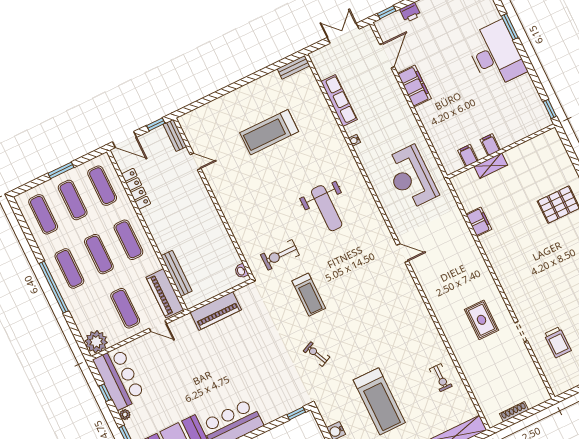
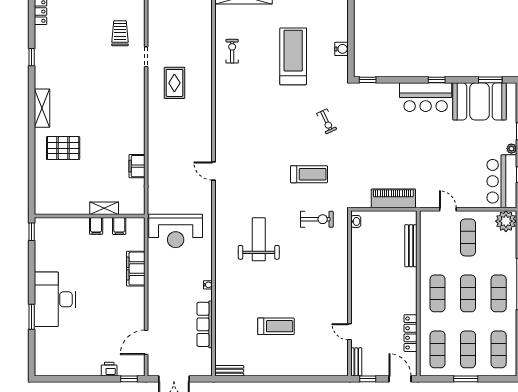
filing cabinet: (414, 86) -> (136, 269), moved
treadmill: (269, 132) -> (276, 326), width x0.73, depth x0.73
reception desk: (411, 177) -> (176, 231), turned 90
piano: (165, 293) -> (429, 234), removed
treadmill: (309, 295) -> (309, 174), turned 90

